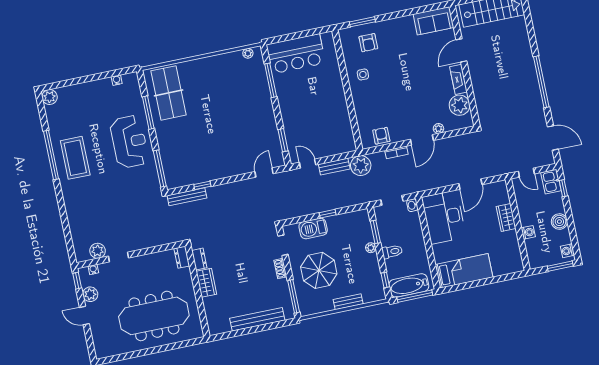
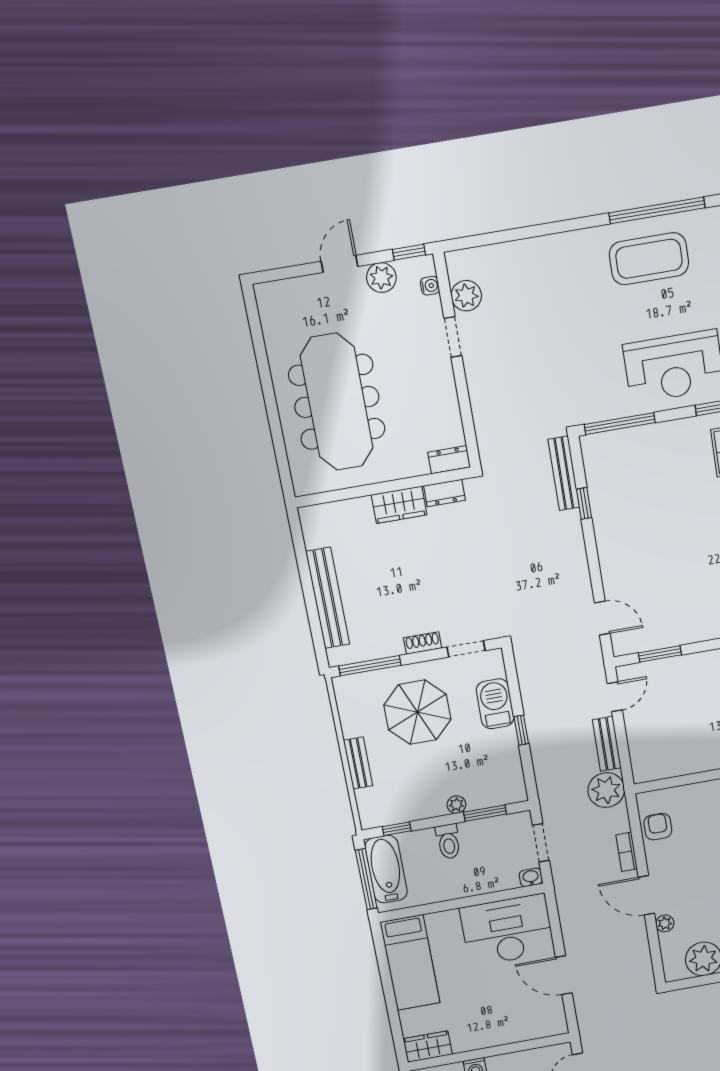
armchair: (381, 136) -> (658, 827), turned -90
wardrobe: (506, 217) -> (428, 1046), moved

